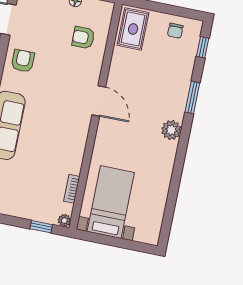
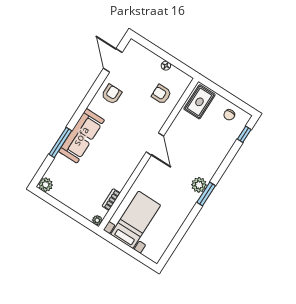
window: (192, 97) -> (206, 194), moved
window: (41, 227) -> (79, 218), removed

